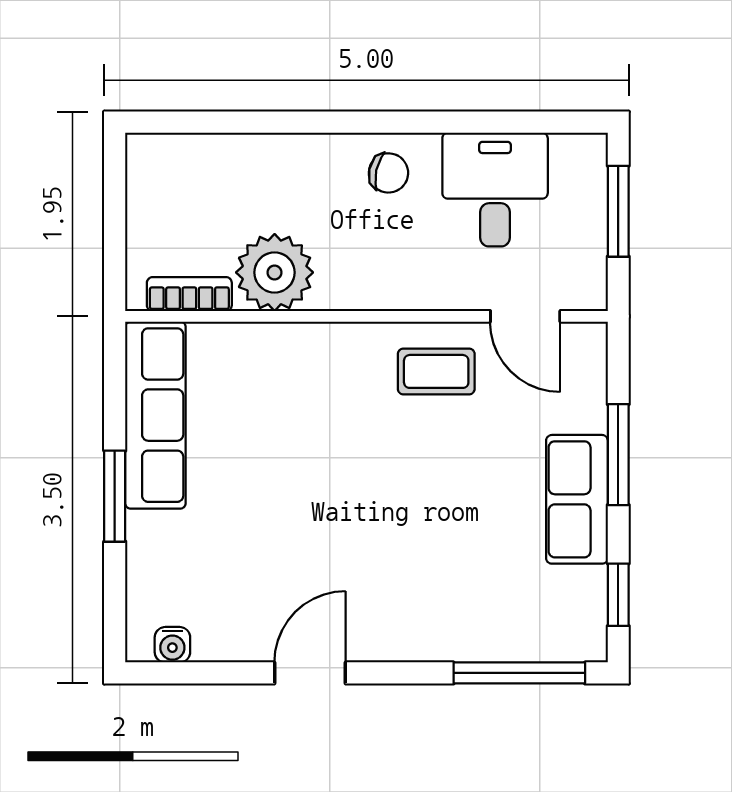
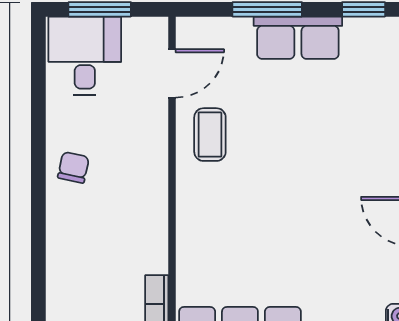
desk: (495, 190) -> (85, 56), moved, turned 90
plant: (275, 272) -> (142, 246), removed

